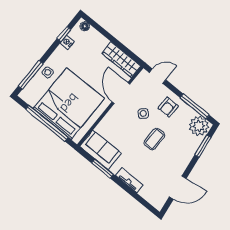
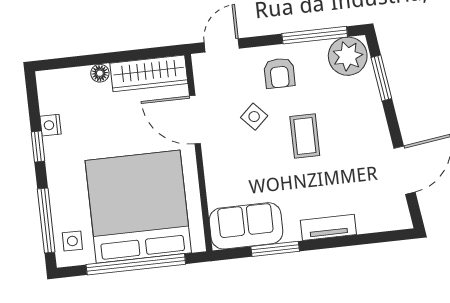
floor lamp: (85, 26) -> (100, 73), moved
window: (64, 34) -> (38, 147), moved
side table: (48, 72) -> (72, 241), moved

